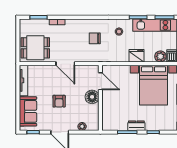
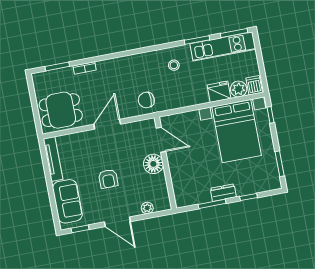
chair: (95, 38) -> (146, 100), moved
fridge: (136, 56) -> (219, 92), moved
door: (65, 64) -> (107, 124), swing flipped

